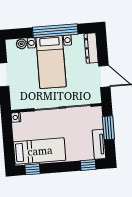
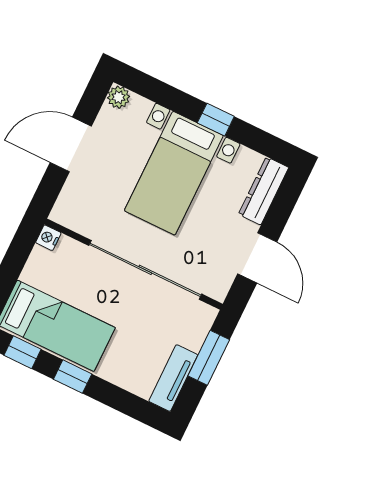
window: (55, 31) -> (216, 120), width x0.32
plant: (21, 44) -> (119, 97), moved
window: (88, 165) -> (73, 377), moved

